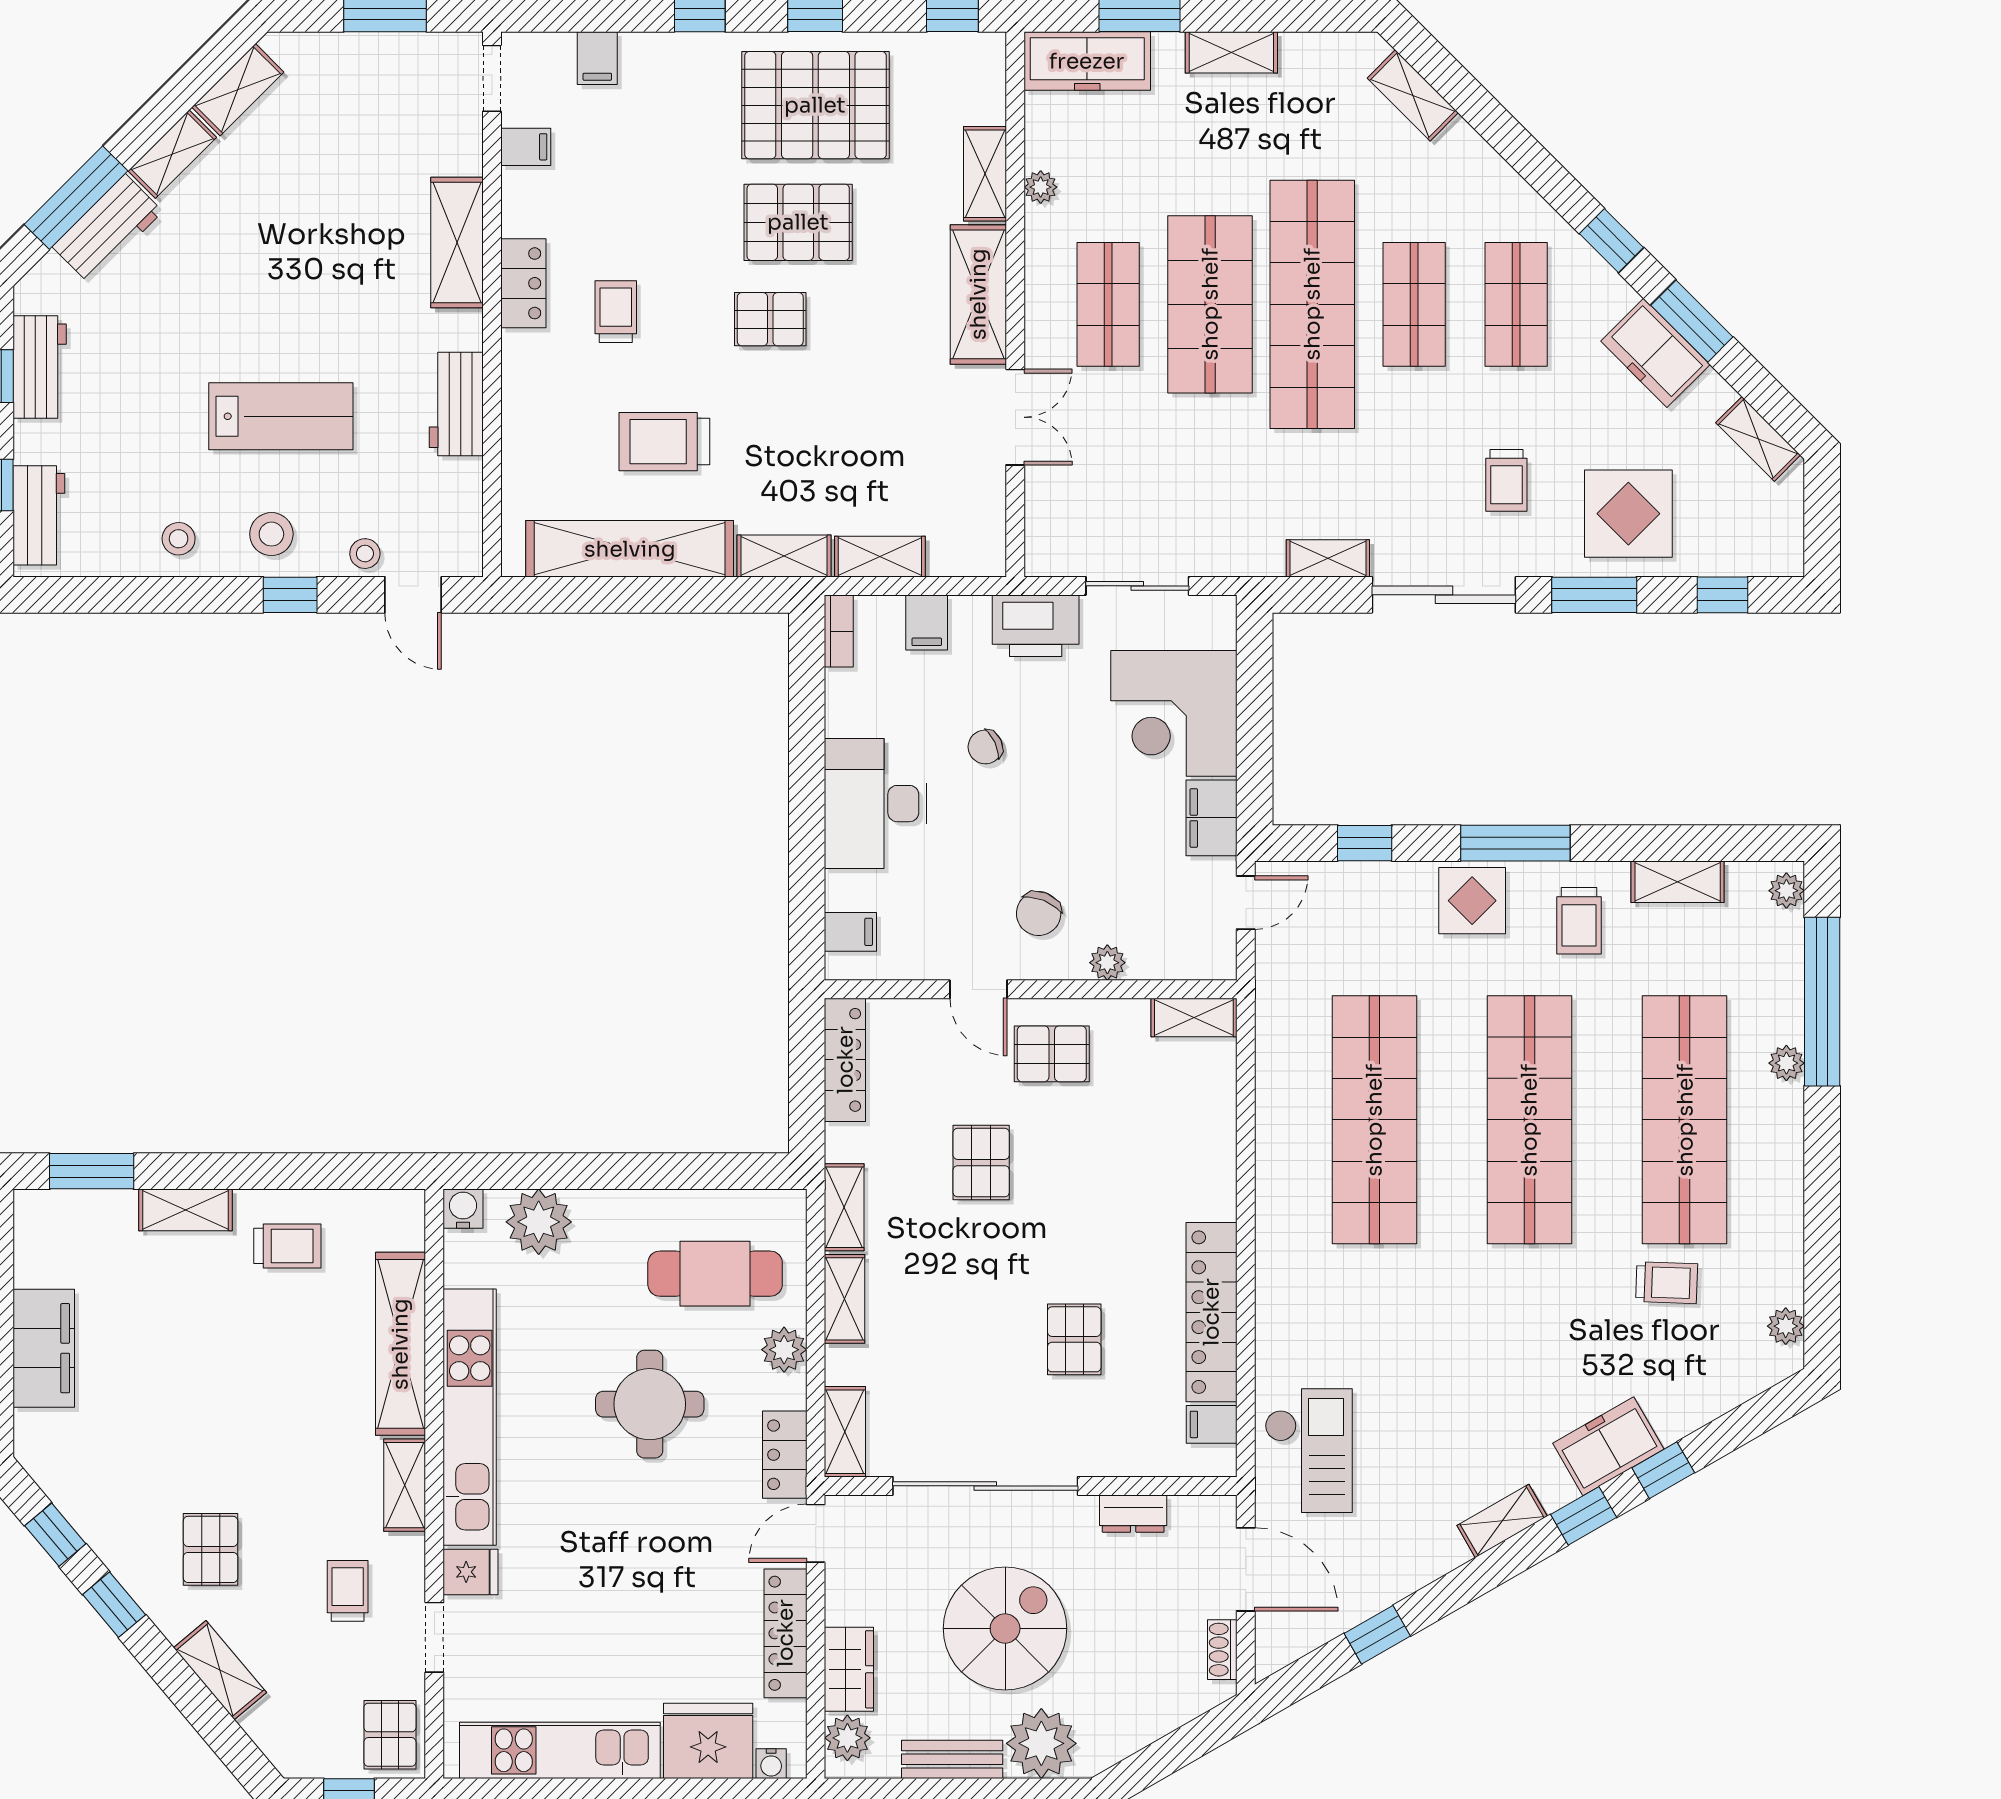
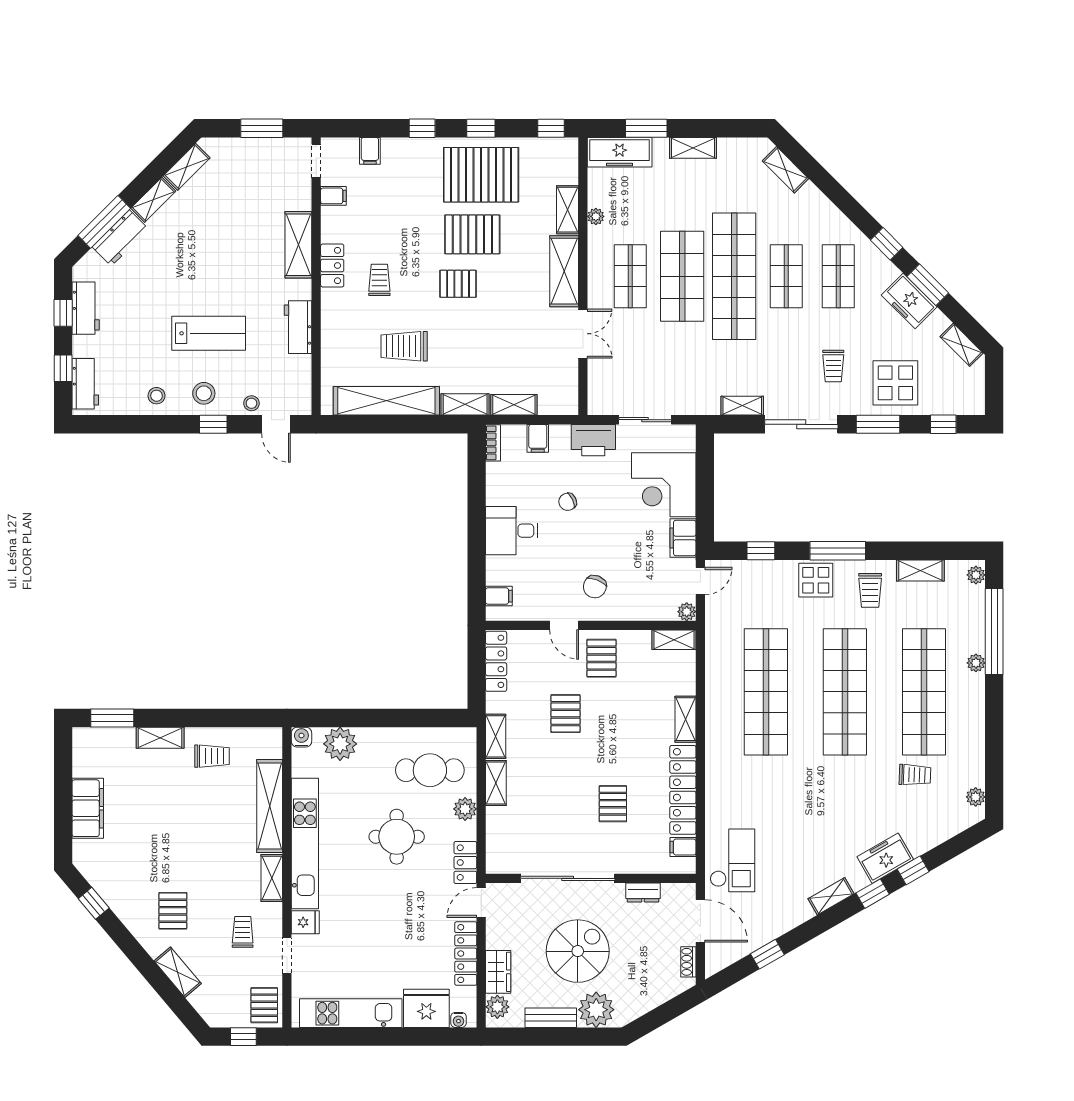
desk: (876, 804) -> (512, 531), width x0.73
plant: (1107, 963) -> (687, 612), moved
pallet: (1052, 1054) -> (601, 658), turned 90
shelving: (845, 1432) -> (685, 719), moved
window: (114, 1605) -> (124, 939), removed

